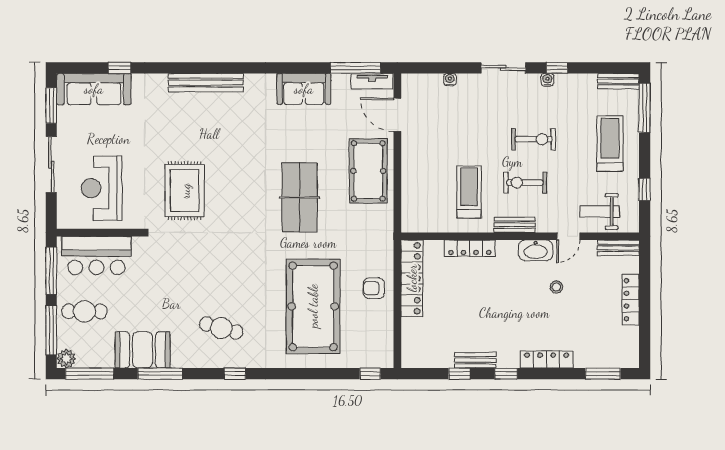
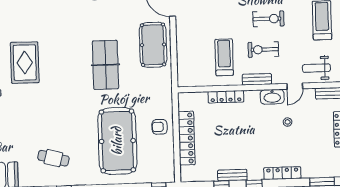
locker: (412, 278) -> (187, 138), moved

